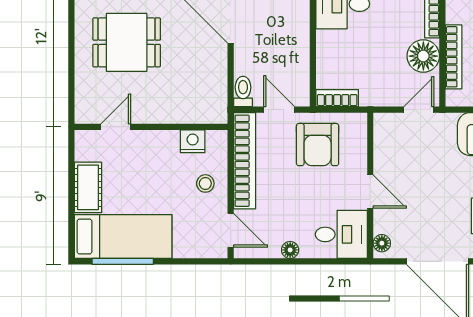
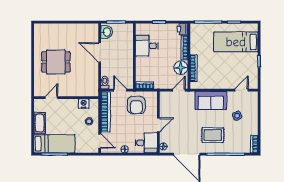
door: (370, 192) -> (158, 125), hinge flipped

